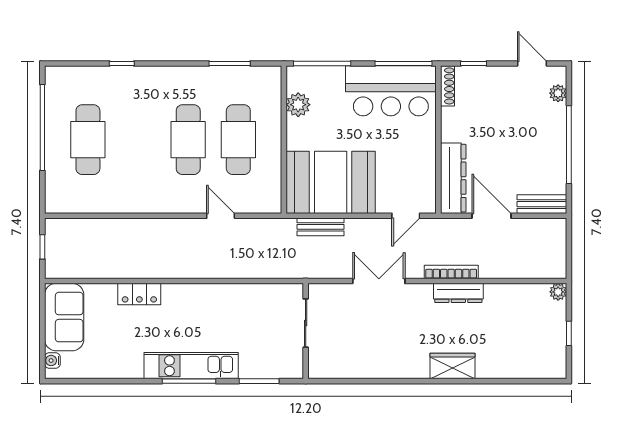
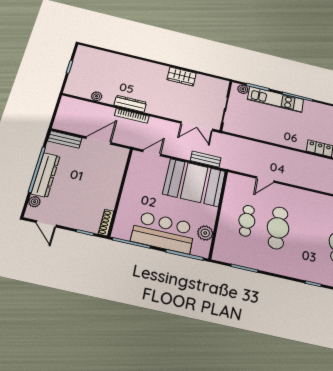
bar counter: (391, 91) -> (163, 232), moved
cafe table: (238, 140) -> (247, 221), width x0.73, depth x0.74
dresser: (453, 178) -> (46, 175), moved, turned 180
door: (221, 216) -> (265, 179), hinge flipped
door: (491, 216) -> (98, 140), swing flipped
double door: (379, 281) -> (197, 126), moved
plant: (558, 292) -> (97, 96), moved
kitchen unit: (191, 366) -> (276, 99), moved
wardrobe: (452, 366) -> (182, 76), moved
plant: (283, 370) -> (243, 89), added

